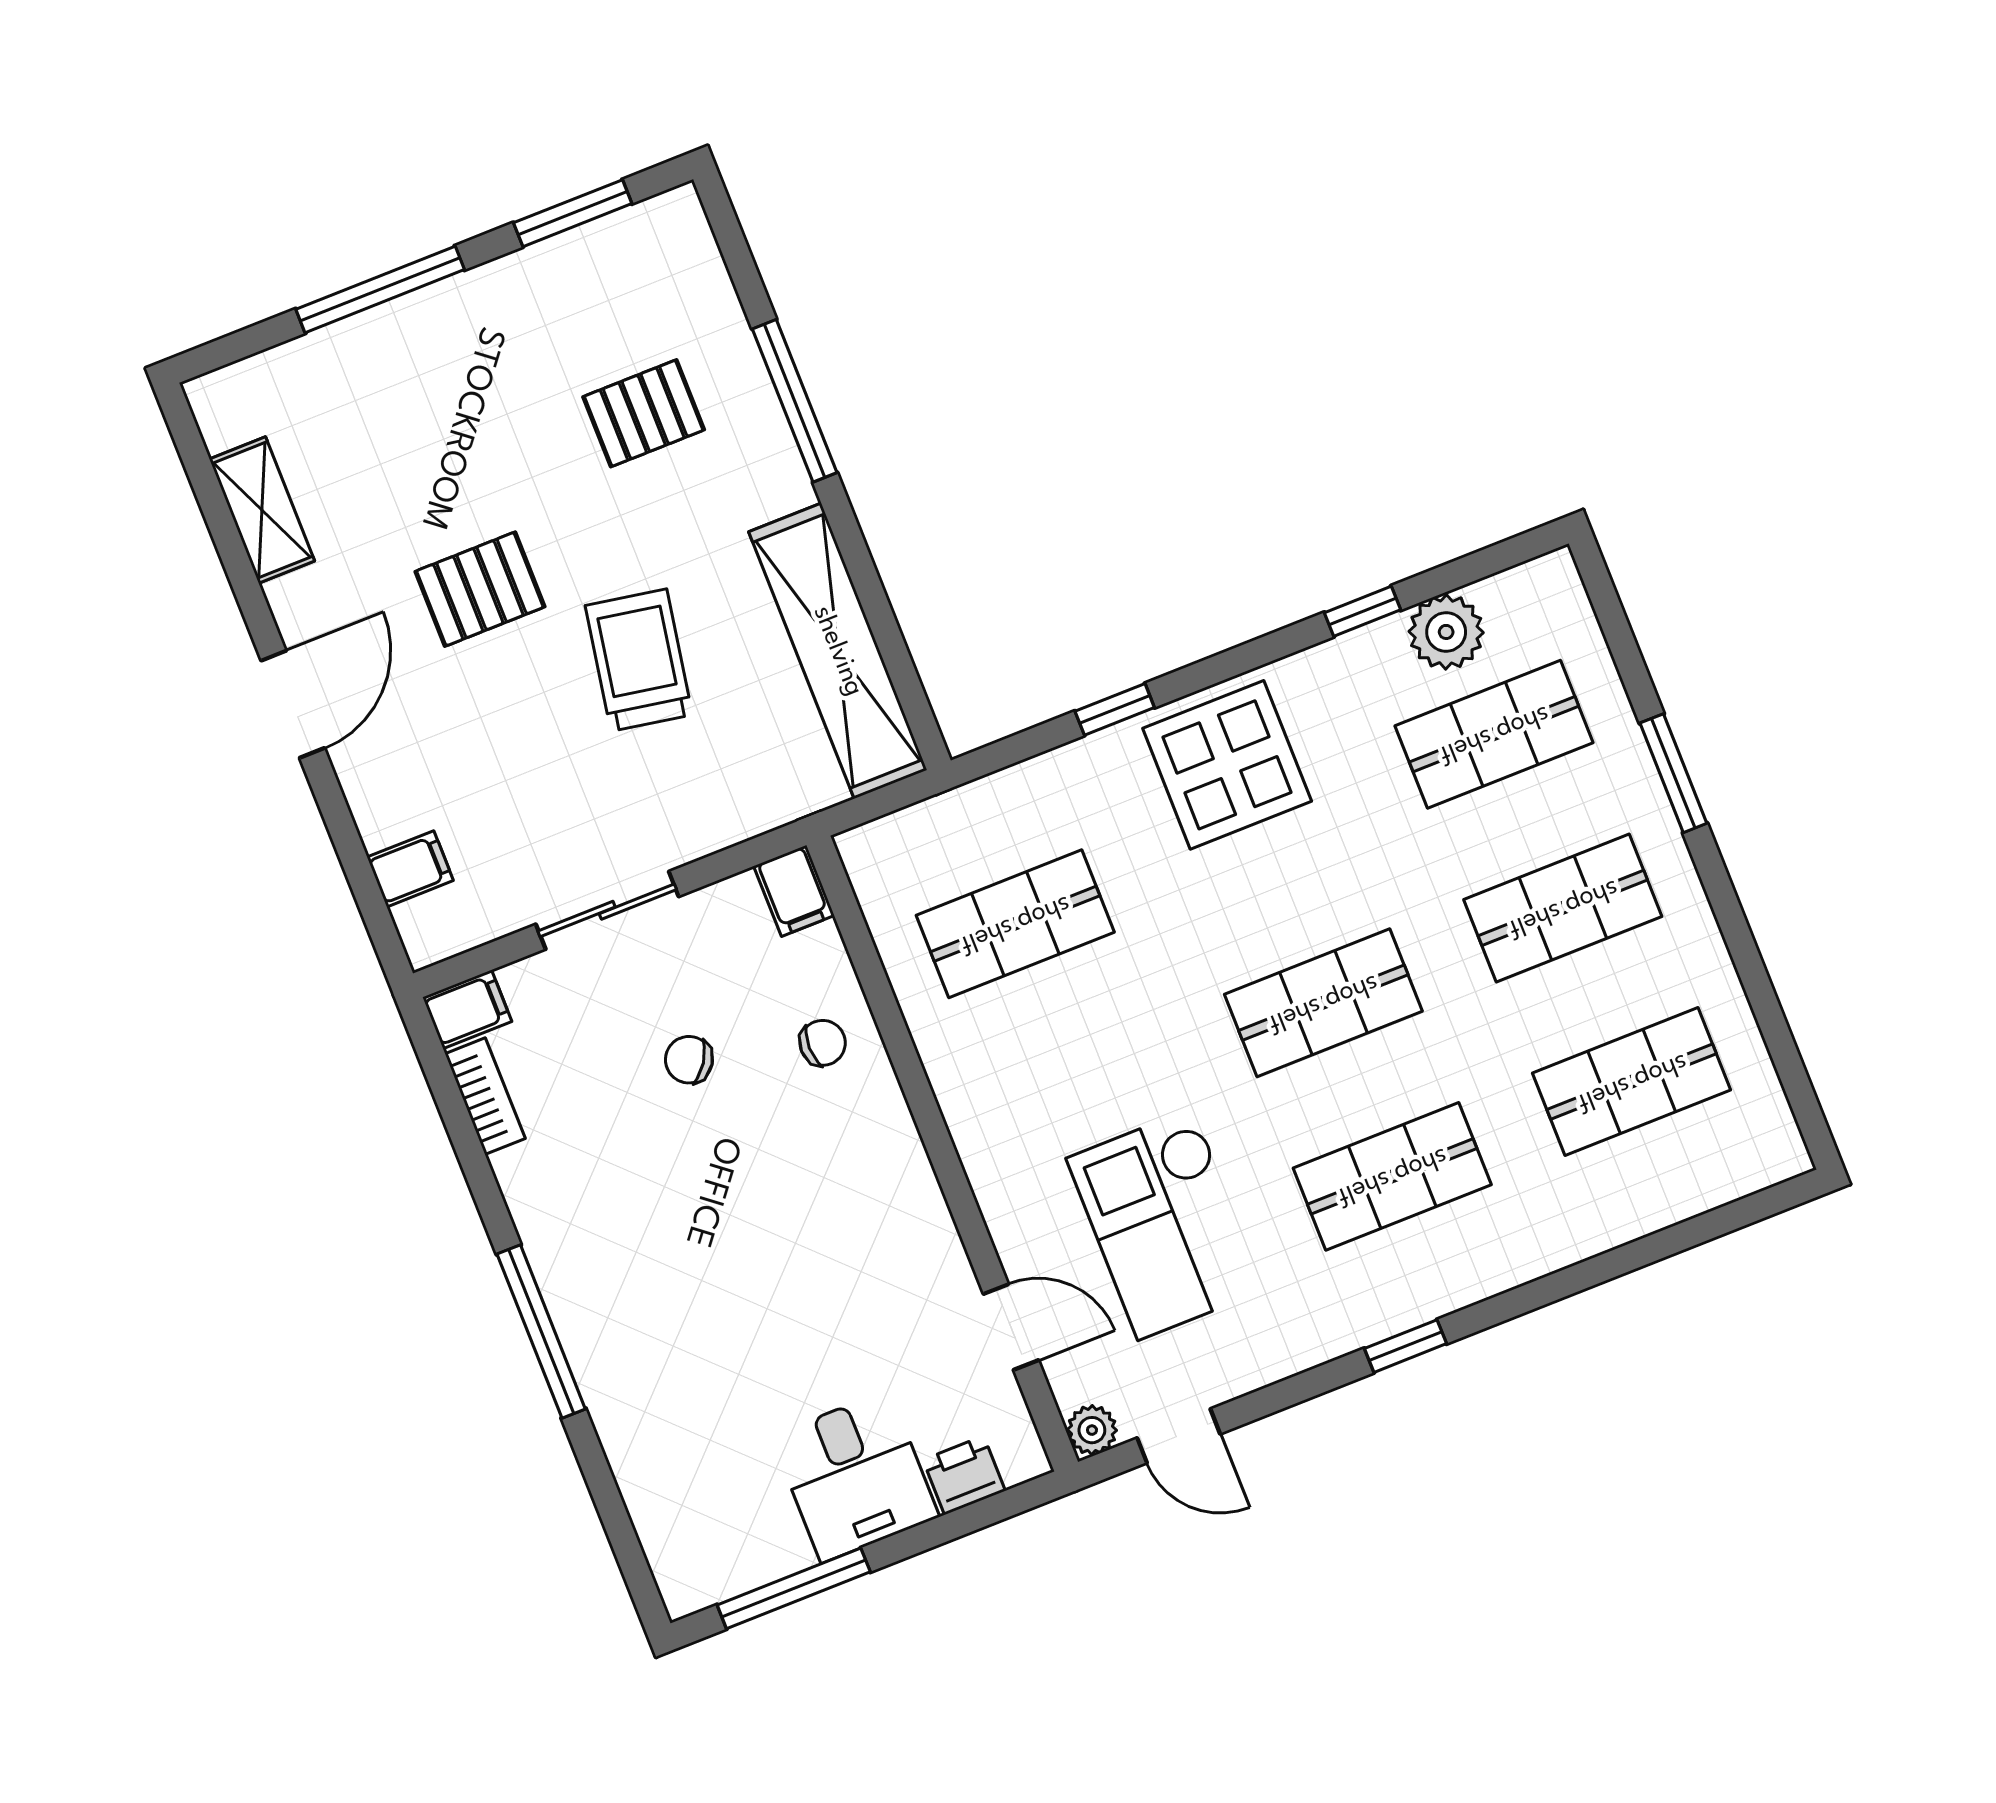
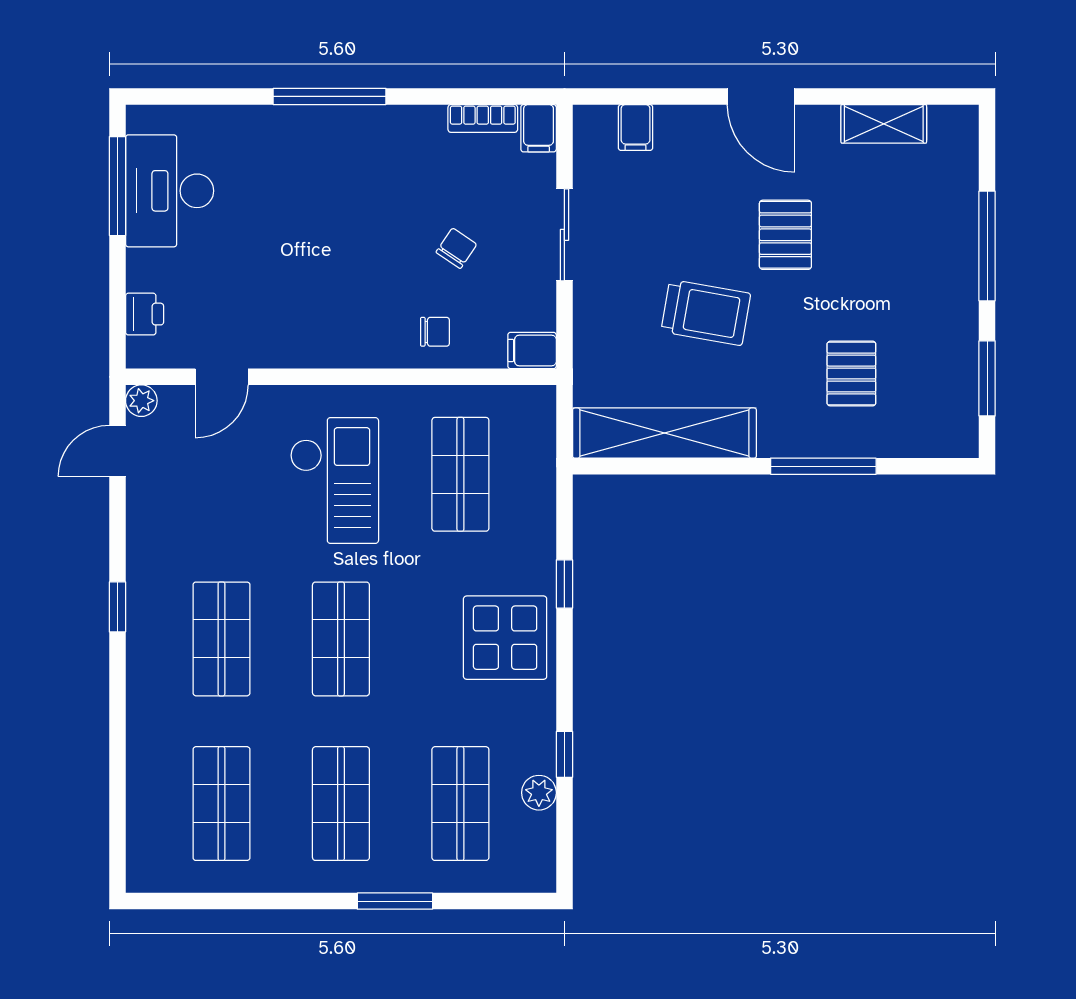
plant: (1446, 632) -> (539, 793), width x0.73, depth x0.73
chair: (823, 1043) -> (435, 332), turned -90
checkout: (1166, 1224) -> (334, 480), moved, turned 90
desk: (855, 1476) -> (170, 191), moved, width x1.37

